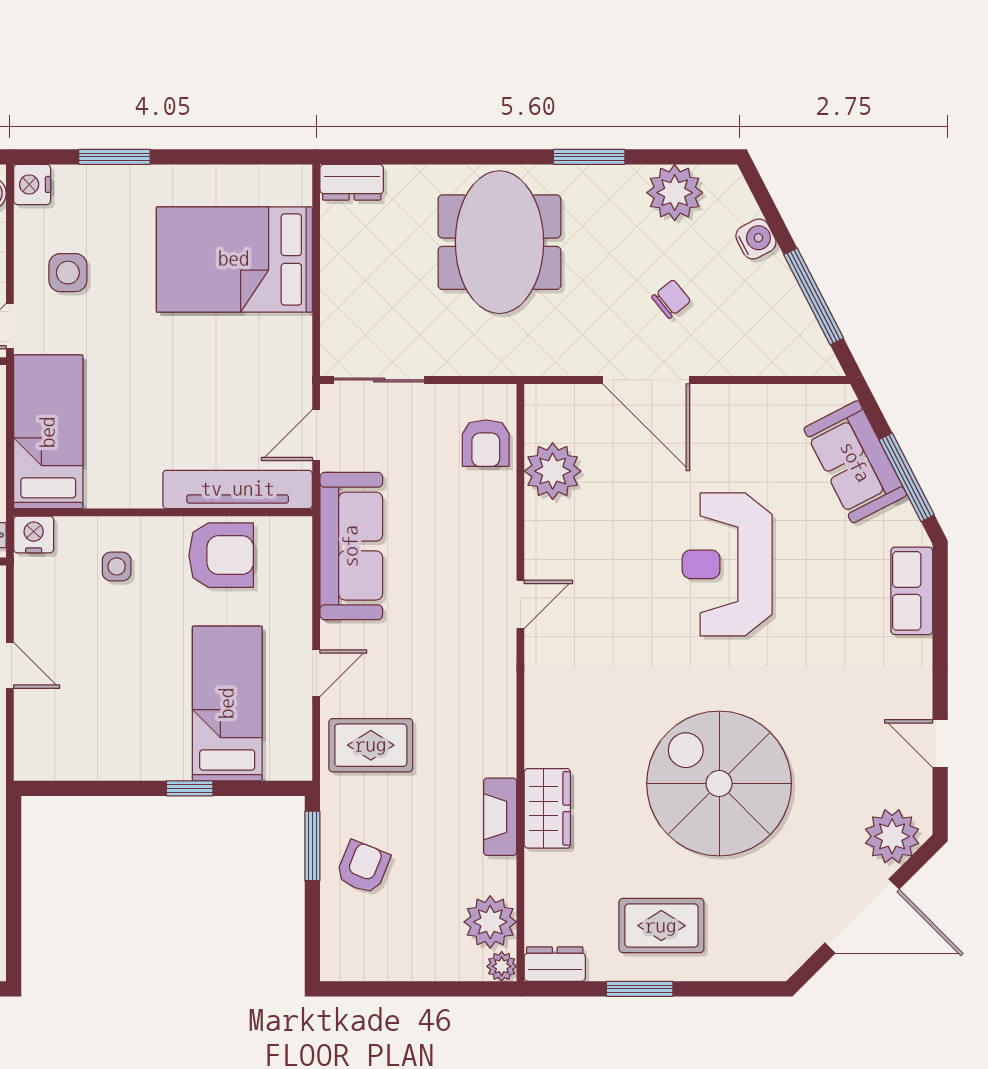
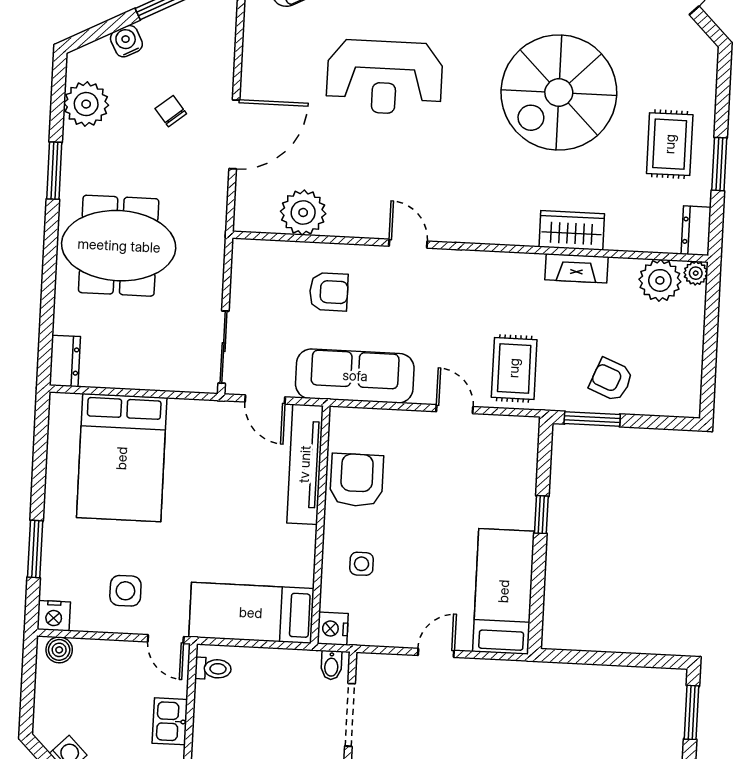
armchair: (486, 443) -> (329, 292), moved
bed: (227, 703) -> (504, 591), moved, turned 90

